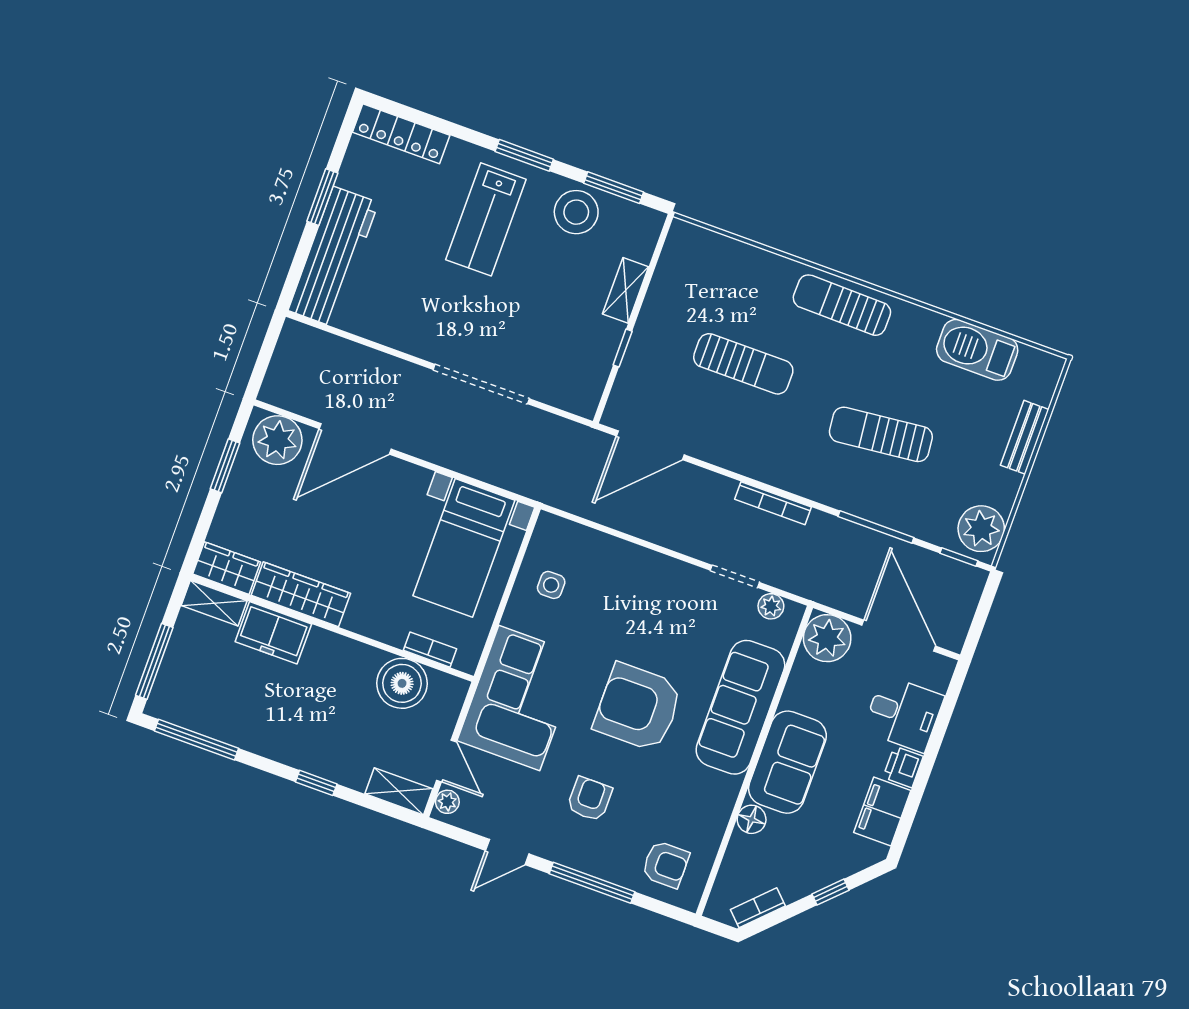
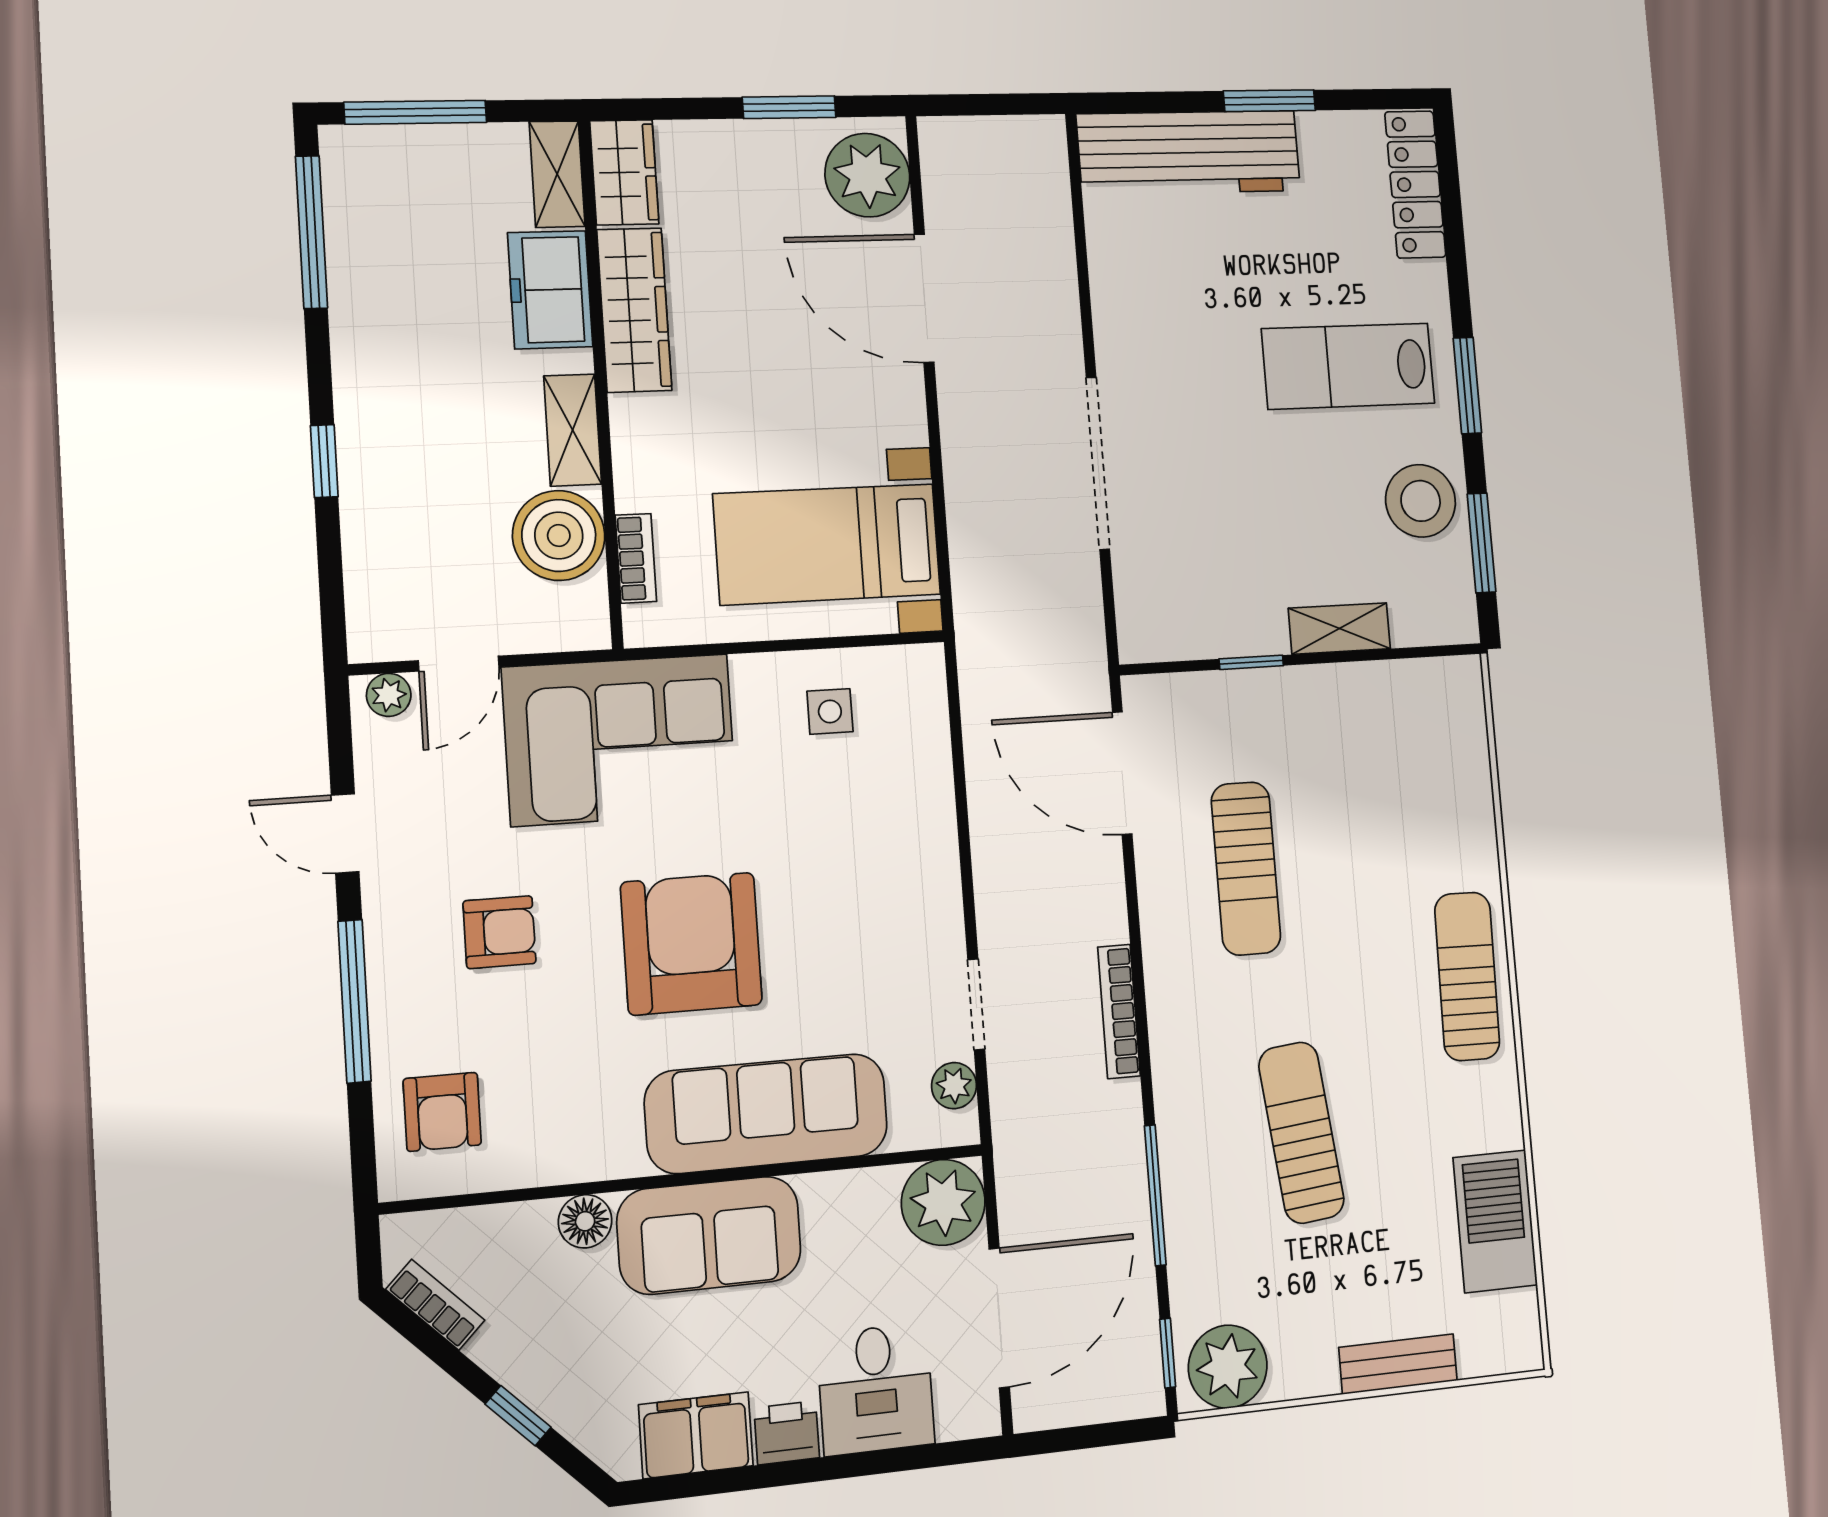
sun lounger: (743, 364) -> (1246, 868), moved
shelving: (399, 791) -> (573, 430), moved

